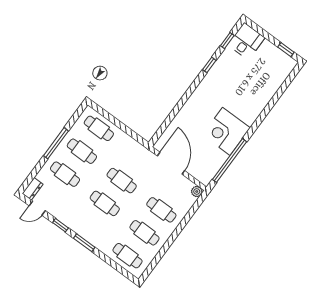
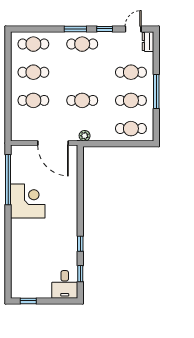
plant: (197, 191) -> (85, 136), moved
cafe table: (105, 203) -> (82, 44), moved

